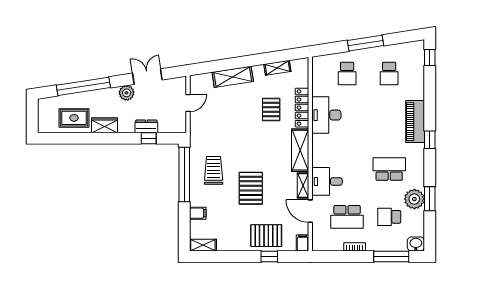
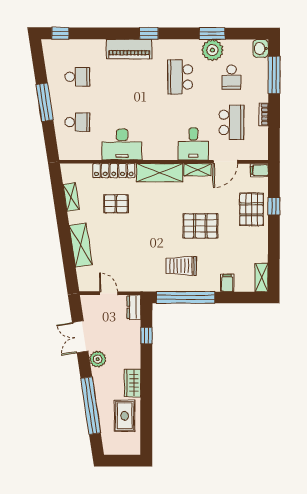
dresser: (146, 126) -> (134, 307), moved

